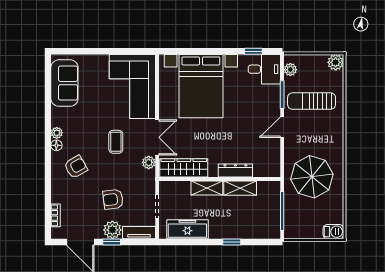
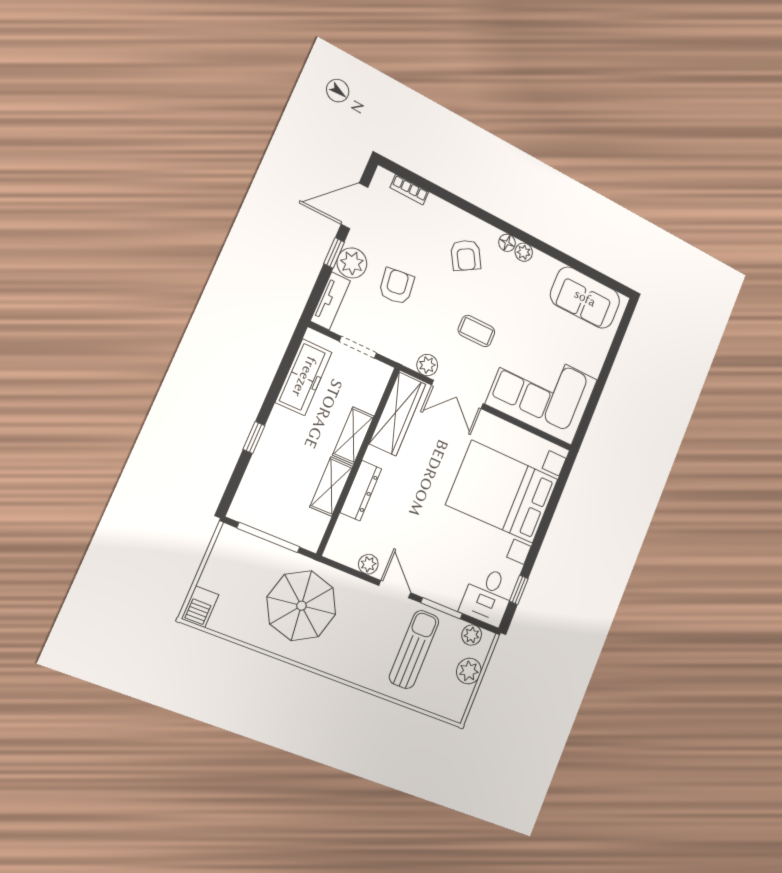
plant: (336, 62) -> (469, 671), moved
plant: (274, 149) -> (368, 564), added

